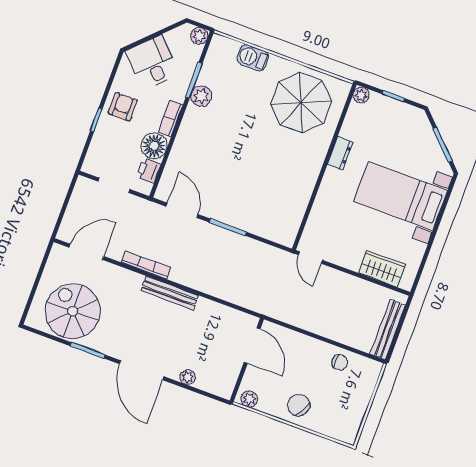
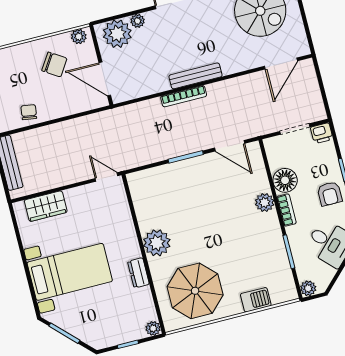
plant: (201, 96) -> (265, 203), moved
plant: (306, 169) -> (157, 243), added
printer: (149, 170) -> (322, 133), moved, turned 90
bookcase: (146, 265) -> (184, 96), moved
chair: (340, 362) -> (29, 112), turned 98
plant: (213, 378) -> (117, 34), added
chair: (299, 405) -> (54, 64), moved

